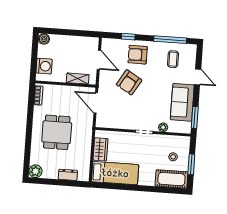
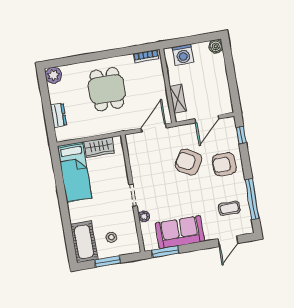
window: (128, 37) -> (241, 135), moved
armchair: (138, 55) -> (224, 164), turned -90
door: (198, 77) -> (228, 241), moved
dining table: (57, 132) -> (107, 89), turned 90

